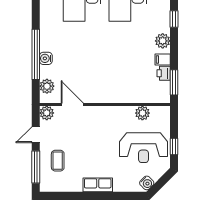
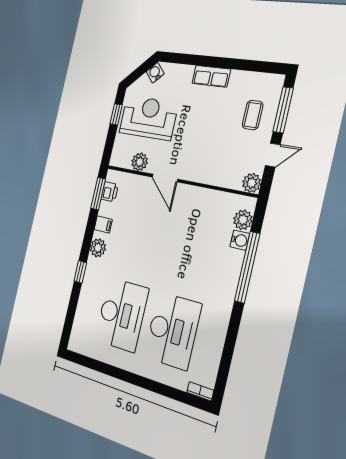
water cooler: (46, 58) -> (240, 240), moved
printer: (164, 73) -> (110, 192), moved
door: (72, 105) -> (165, 178), moved

